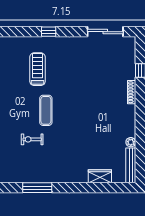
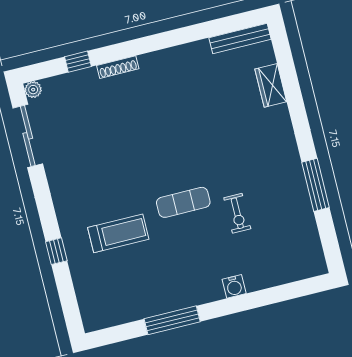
window: (49, 32) -> (56, 251), moved
treadmill: (37, 69) -> (118, 233), turned 180
plant: (131, 142) -> (33, 90), moved

